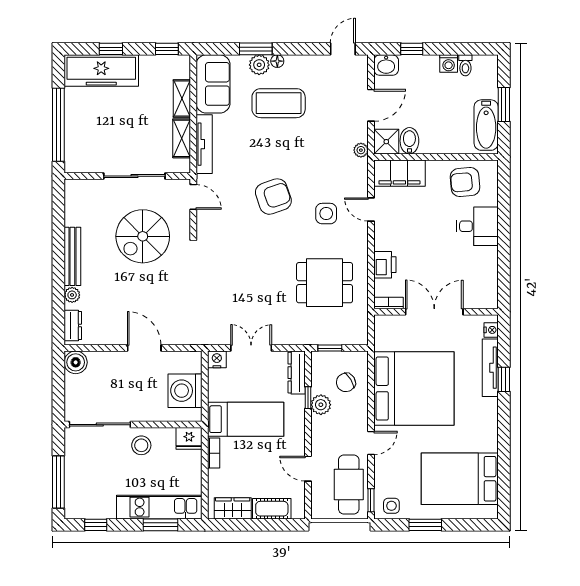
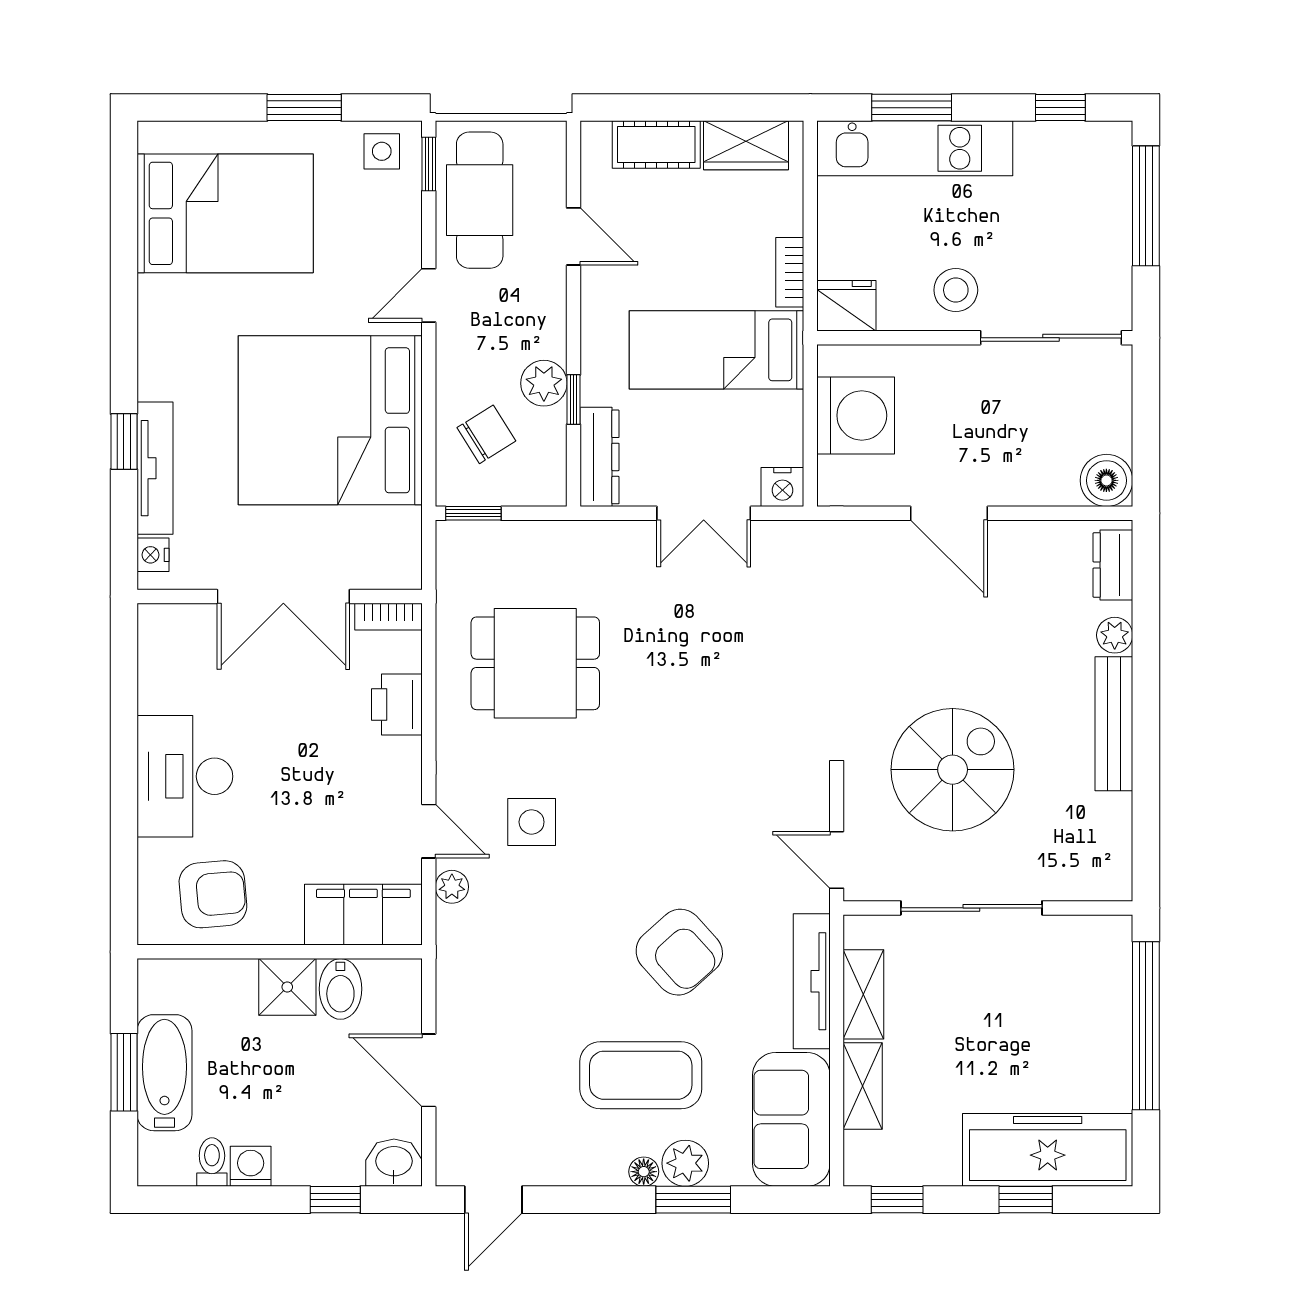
door: (371, 105) -> (429, 1070), hinge flipped
bathtub: (486, 125) -> (164, 1073), moved
shower: (386, 142) -> (287, 987), moved
plant: (361, 150) -> (452, 887), moved
armchair: (273, 197) -> (679, 952), moved, turned -113
desk: (477, 226) -> (185, 776), width x1.37
window: (330, 348) -> (473, 513), moved

